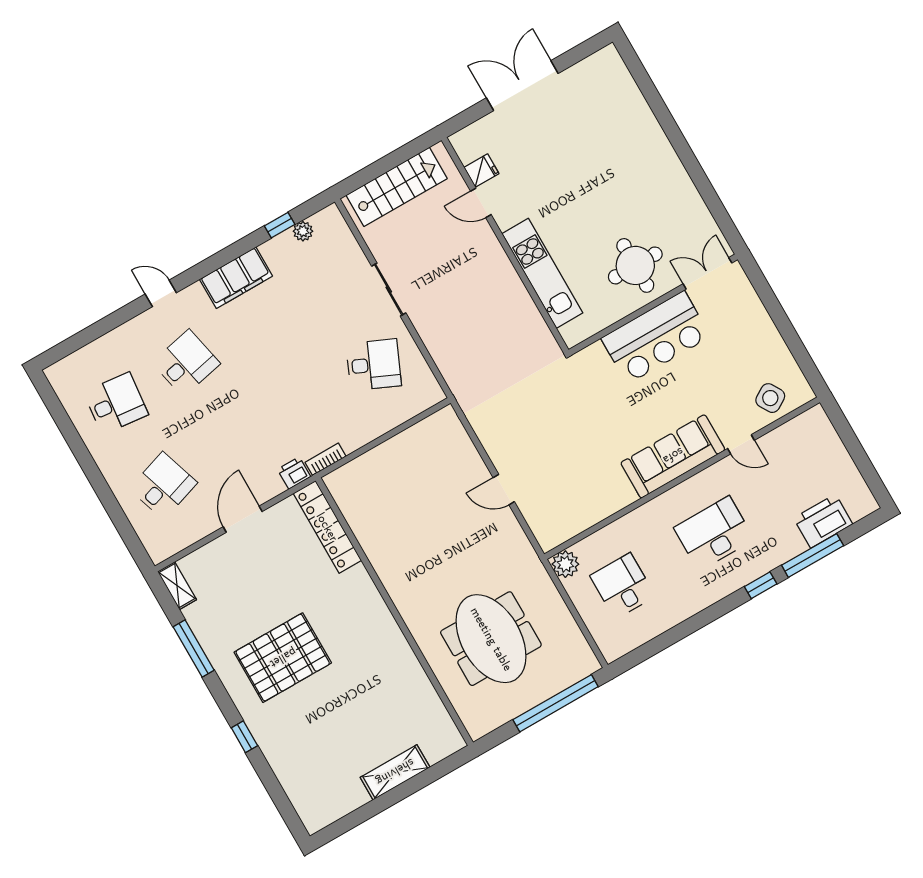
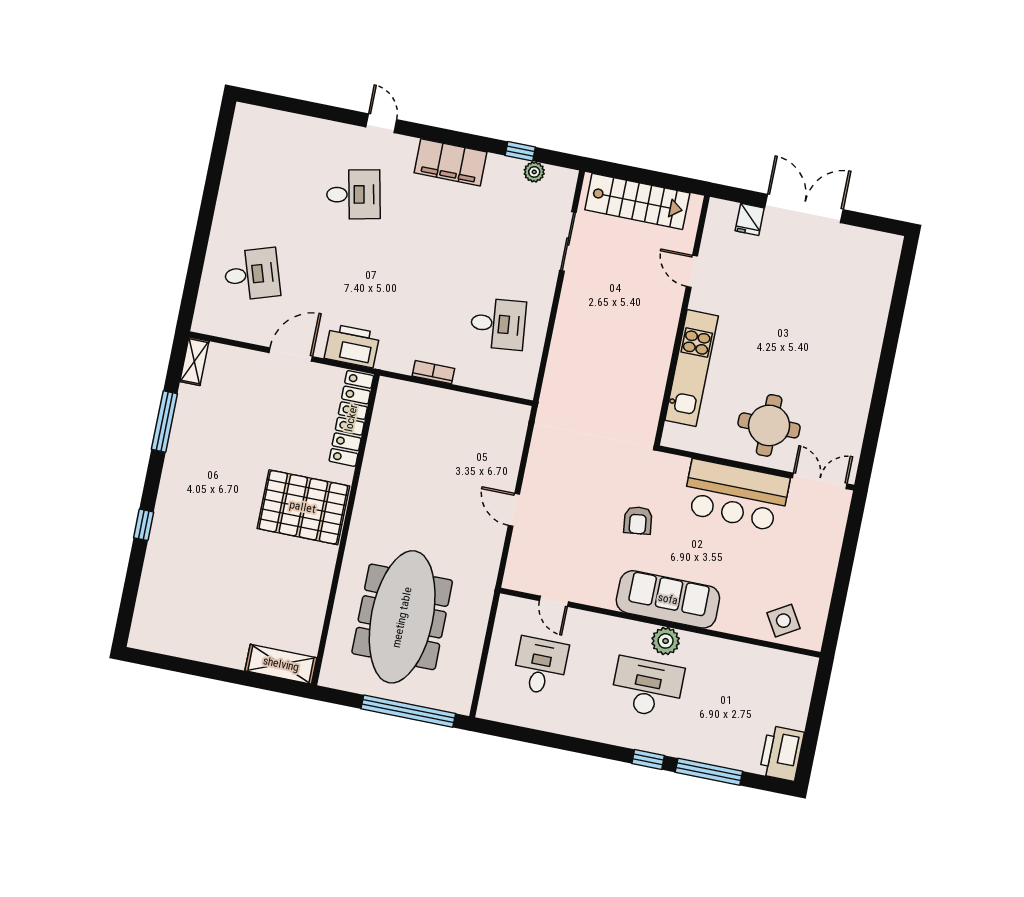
fridge: (481, 171) -> (750, 219), moved, turned 90
sliding door: (389, 290) -> (568, 242), moved
desk: (374, 365) -> (498, 324), turned -30
desk: (116, 403) -> (271, 178), removed
armchair: (601, 418) -> (638, 520), added
door: (741, 444) -> (554, 601), moved
bookcase: (326, 459) -> (433, 372), moved
printer: (294, 473) -> (352, 346), width x1.87, depth x1.48
printer: (823, 521) -> (782, 753), moved, turned -90
plant: (565, 564) -> (666, 641), moved
meeting table: (491, 639) -> (402, 617), width x1.36
pallet: (283, 658) -> (303, 507), moved
shelving: (395, 772) -> (281, 664), moved

